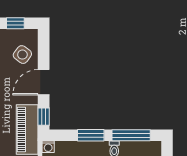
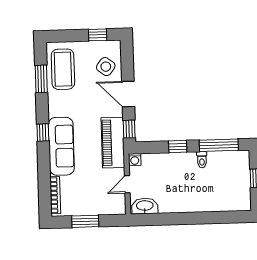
door: (44, 82) -> (128, 94), hinge flipped
window: (91, 135) -> (178, 146), width x0.67

